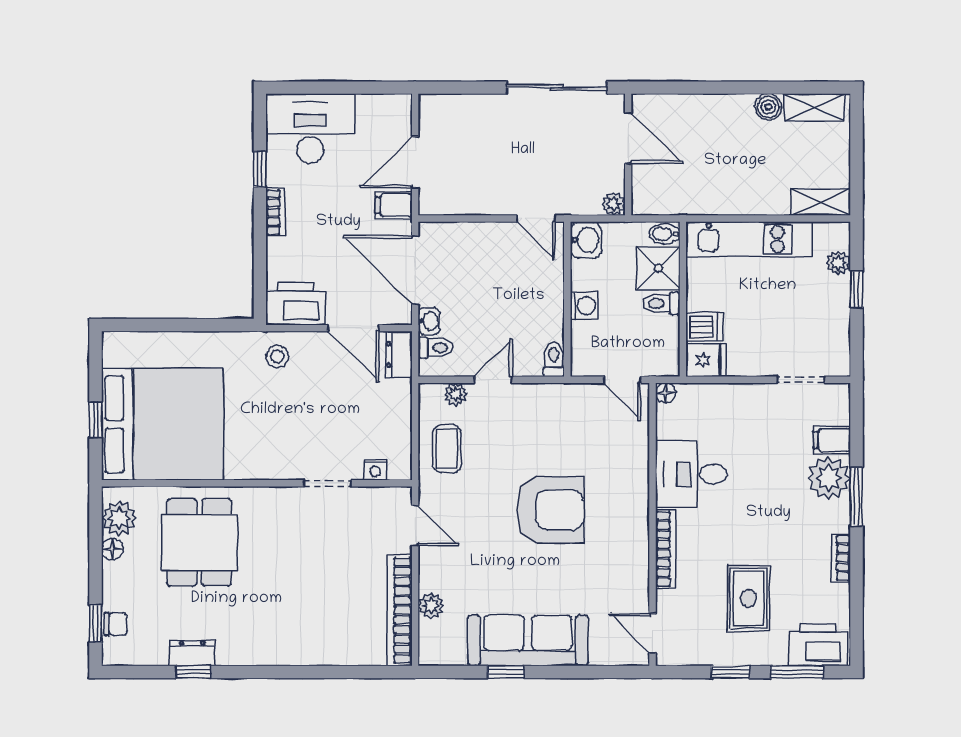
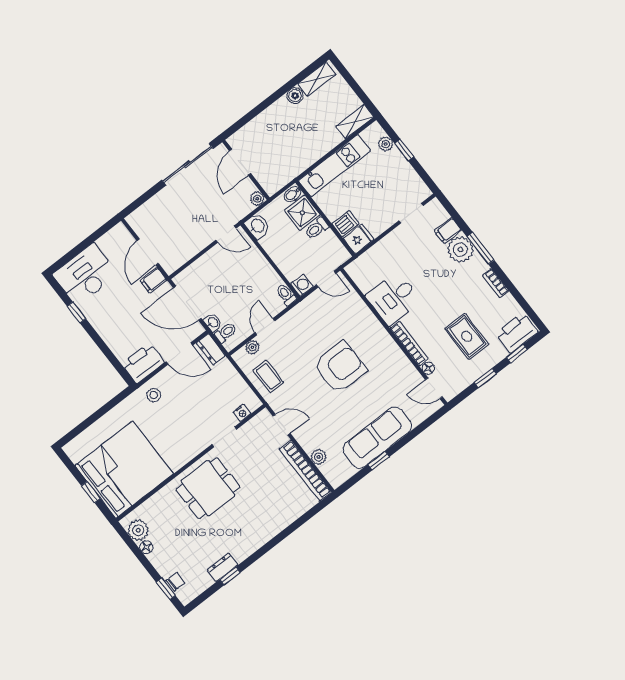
door: (628, 138) -> (240, 162), swing flipped
bookcase: (276, 212) -> (100, 327), removed
washing machine: (584, 306) -> (302, 285), moved
floor lamp: (666, 393) -> (428, 368), moved
dining table: (199, 543) -> (208, 488), moved, turned 90
window: (797, 672) -> (517, 353), width x0.67

